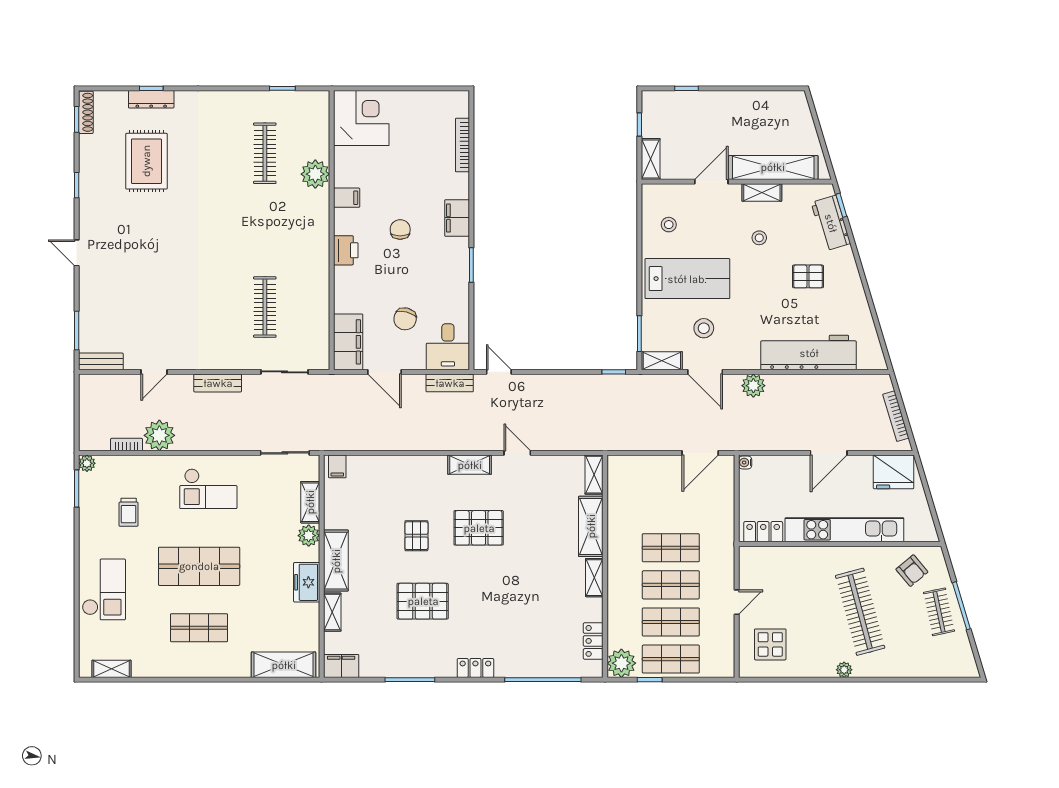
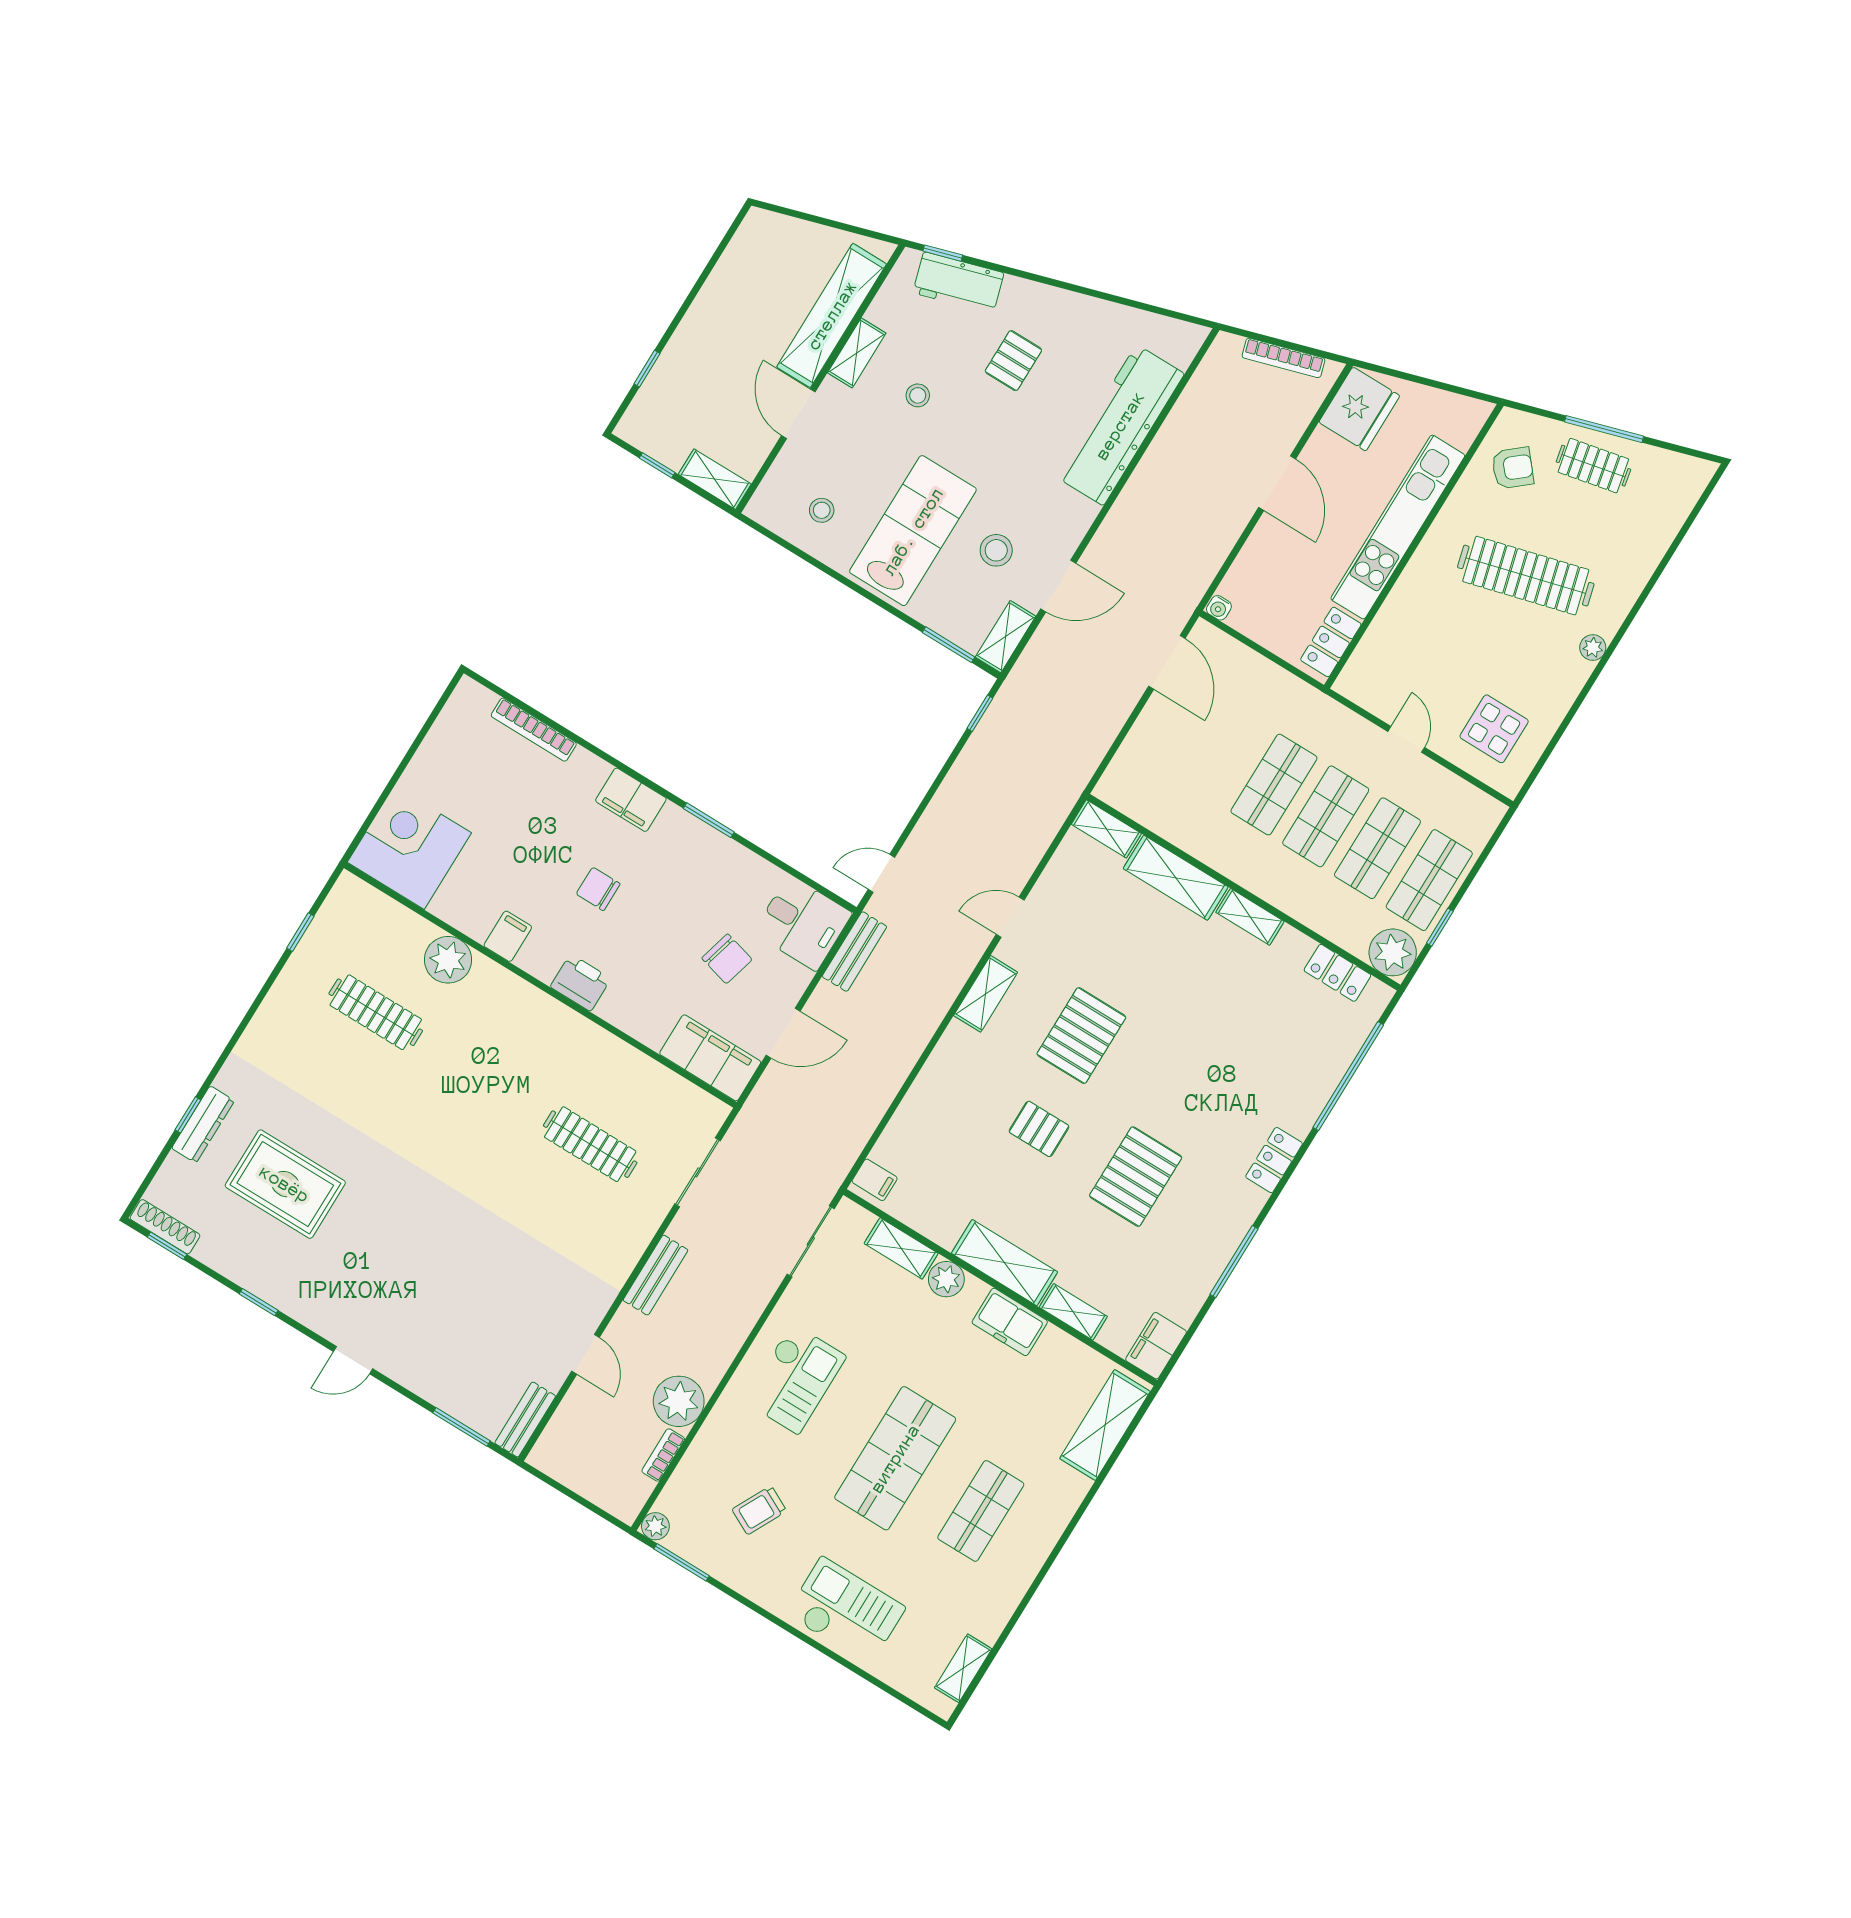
plant: (753, 386) -> (1119, 530), removed
trolley: (129, 512) -> (759, 1510), turned 117

